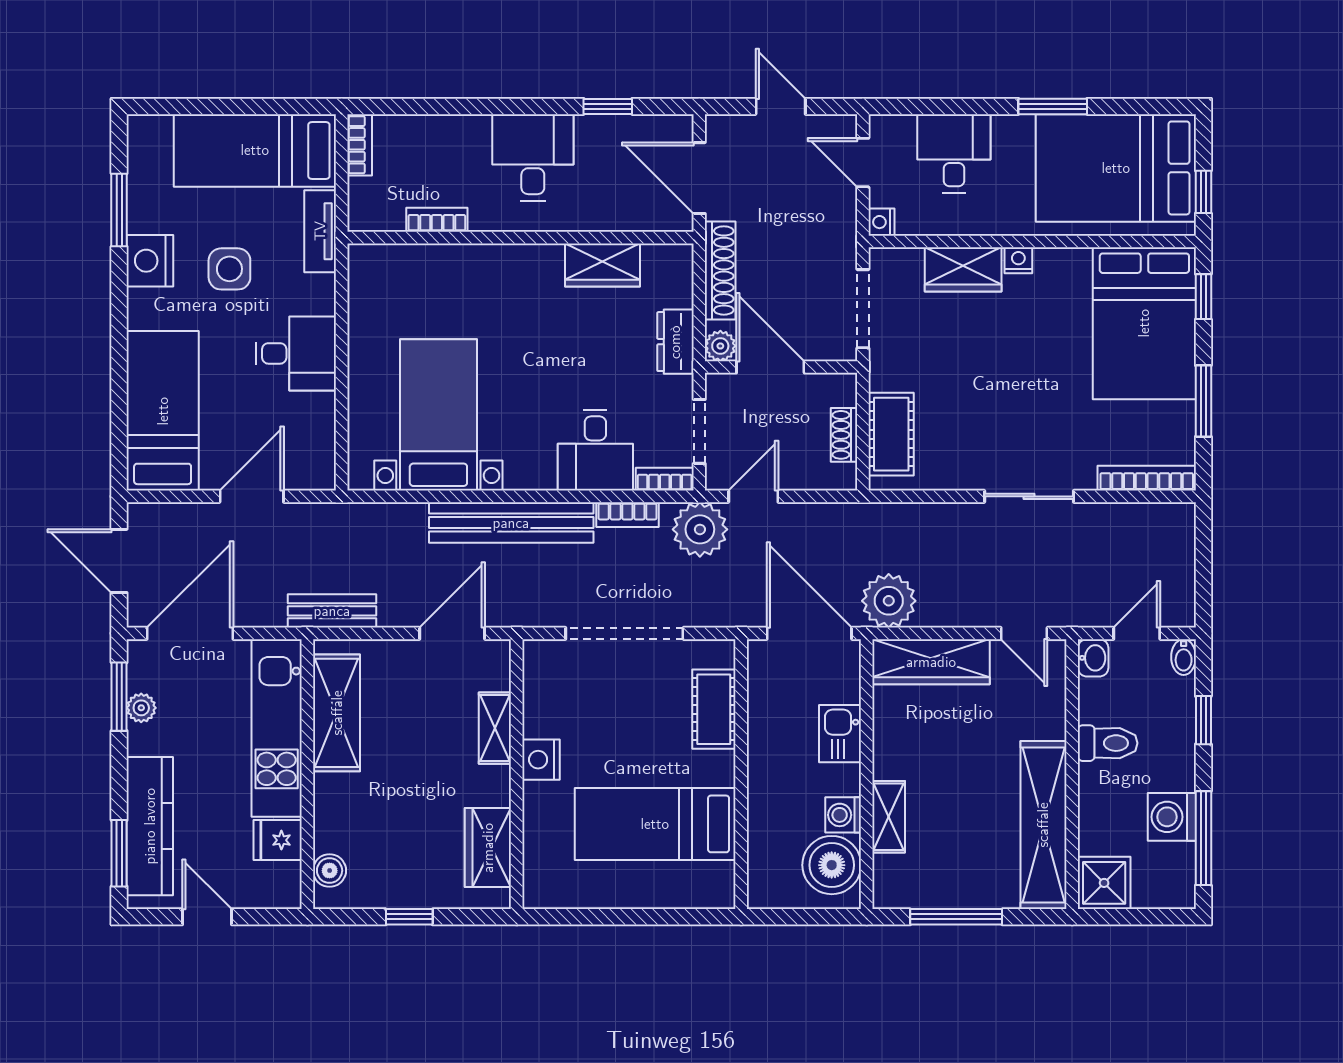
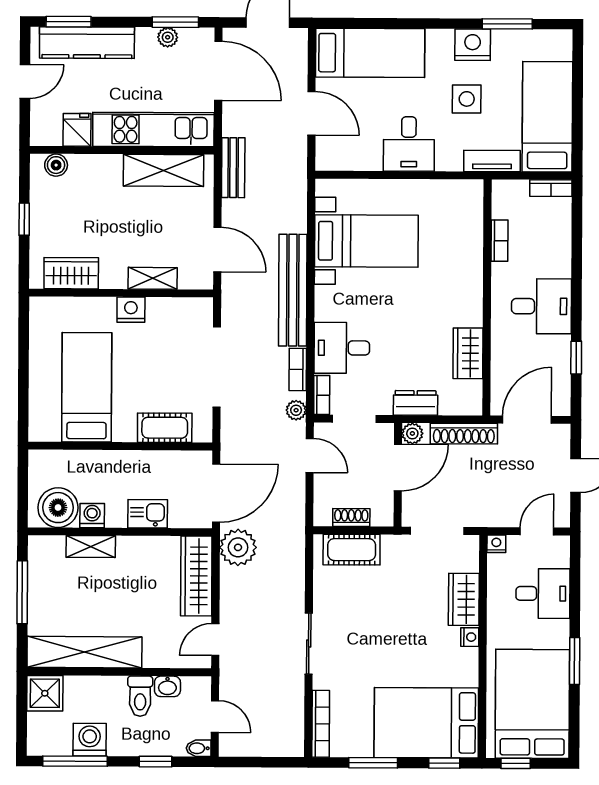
plant: (700, 529) -> (296, 410), width x0.53, depth x0.53
washbasin: (1093, 658) -> (167, 686), moved

